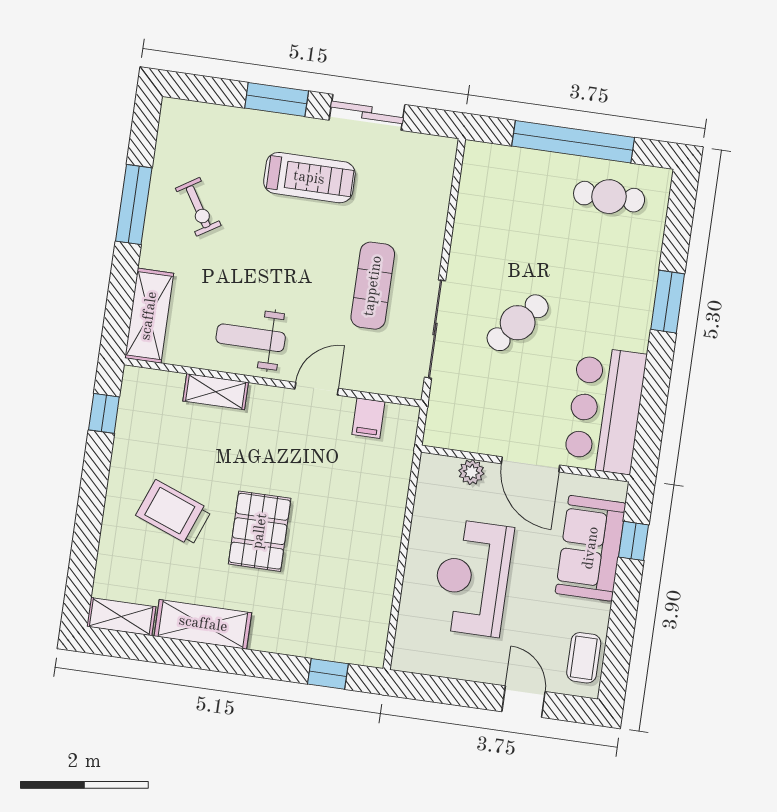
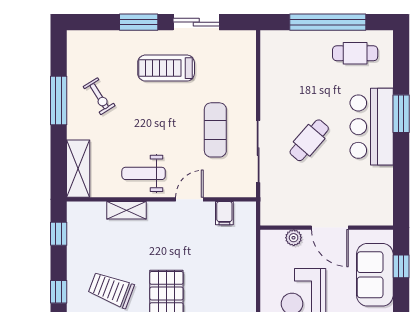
treadmill: (309, 178) -> (166, 68), turned 180
bar counter: (605, 410) -> (372, 127), moved
window: (91, 504) -> (59, 292), added

